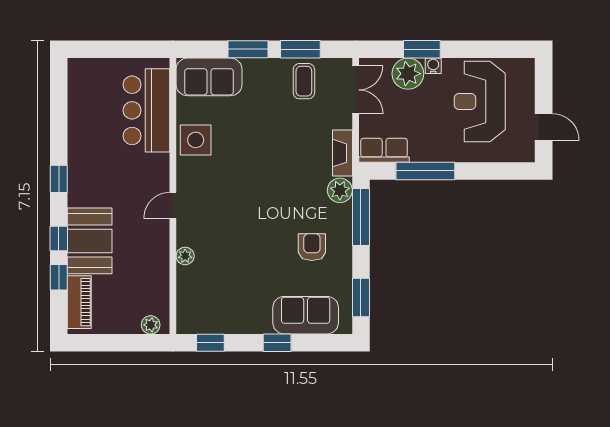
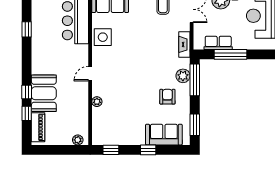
row of seats: (384, 150) -> (218, 43), moved
window: (59, 179) -> (27, 29), moved
plant: (340, 190) -> (183, 76), moved

